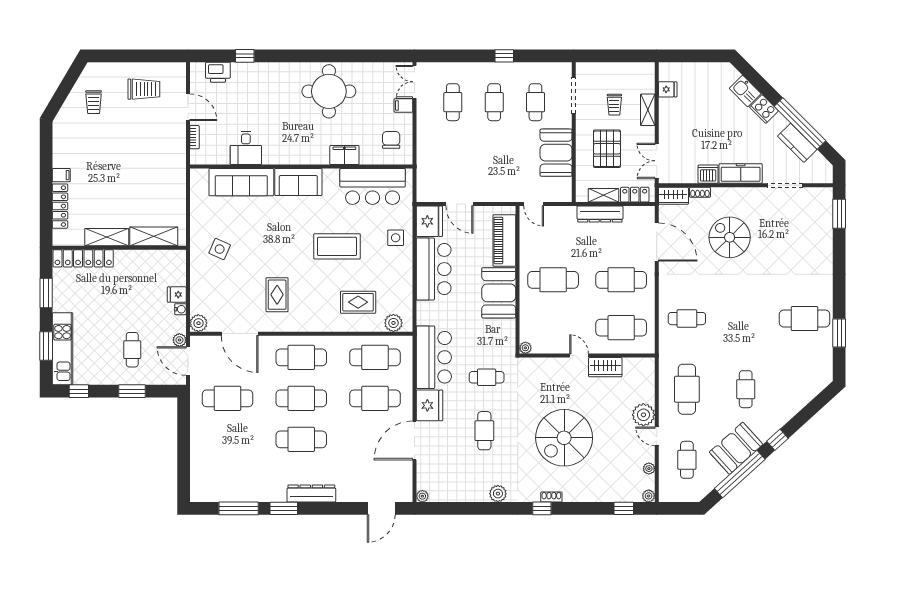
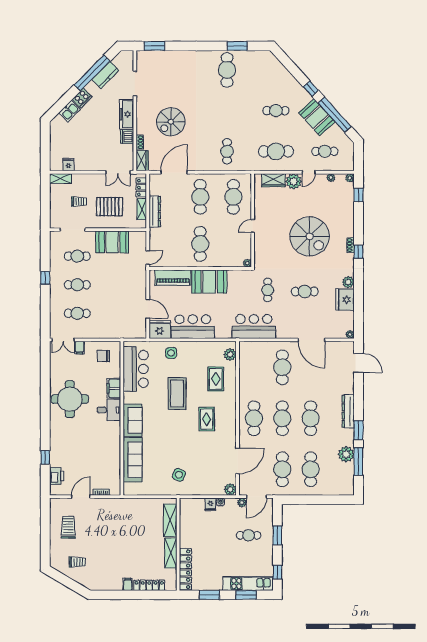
shelving: (648, 110) -> (61, 178), moved
desk: (246, 148) -> (109, 410), moved
door: (459, 204) -> (148, 309), hinge flipped
rug: (277, 295) -> (207, 419), moved, turned 90
cafe table: (375, 357) -> (311, 469), moved
wardrobe: (605, 367) -> (273, 180), moved, turned 90
fridge: (429, 405) -> (345, 300), moved, turned -90
plant: (249, 491) -> (346, 454), added

